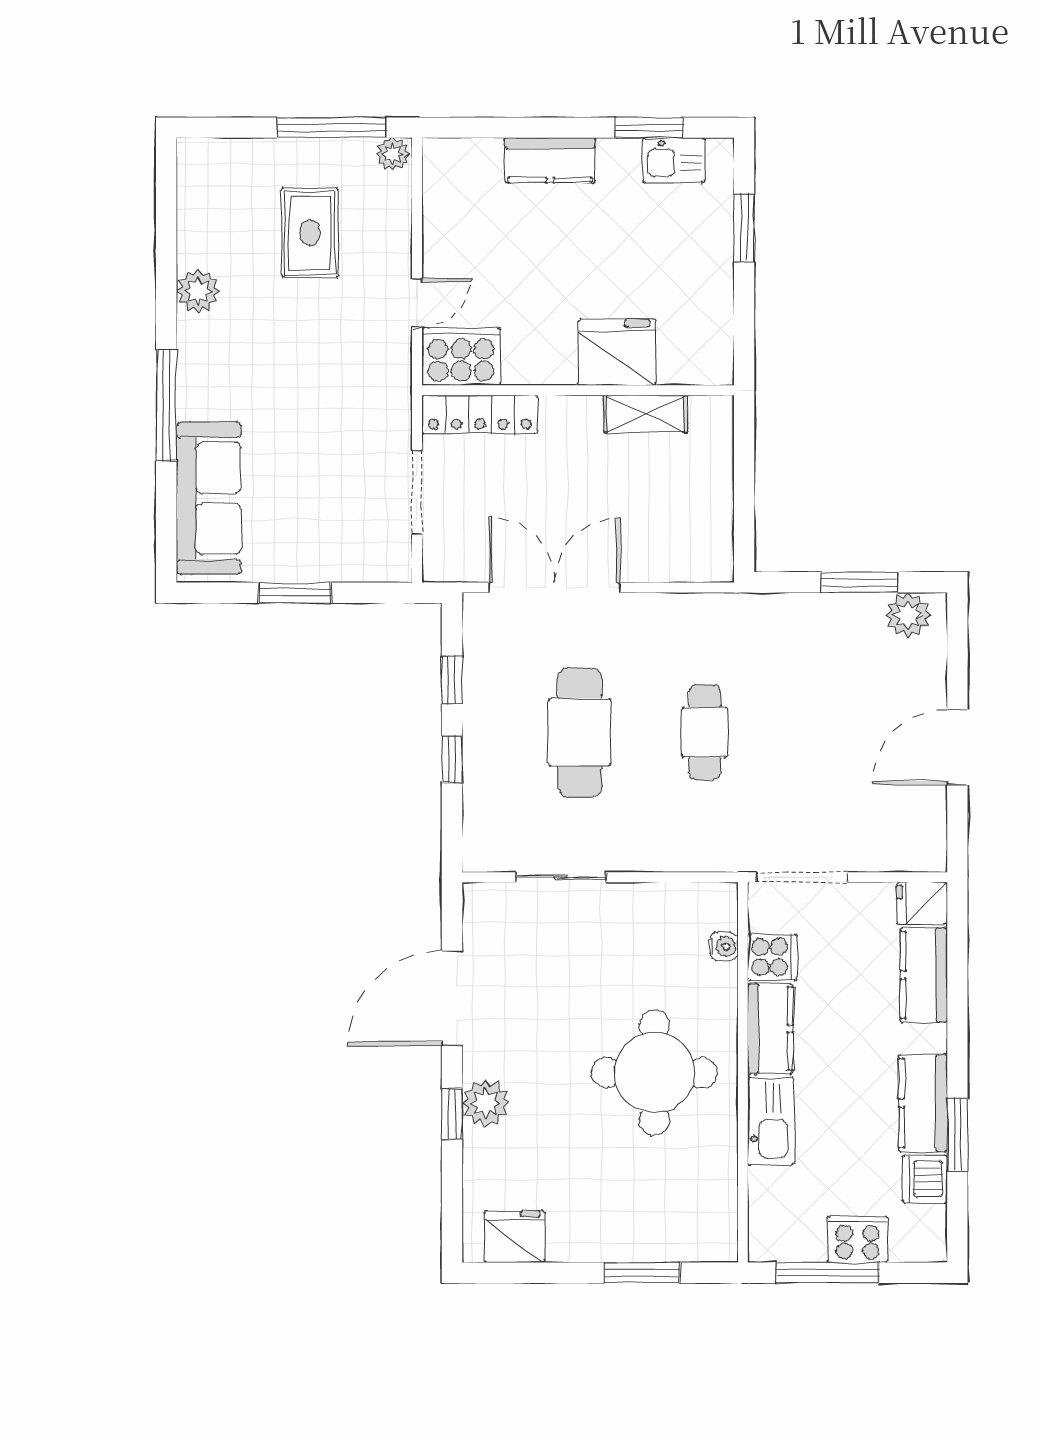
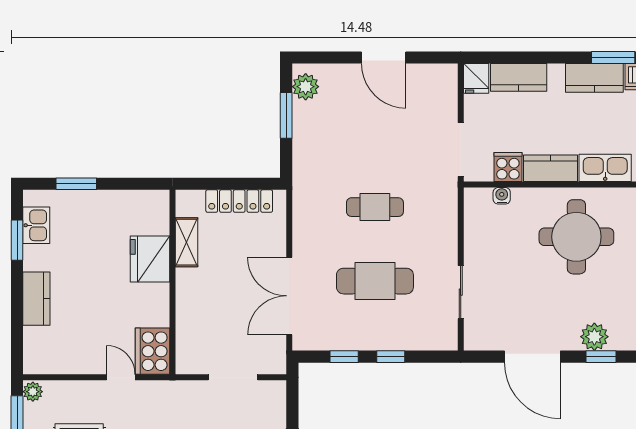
locker: (480, 414) -> (239, 201), moved, turned 90

